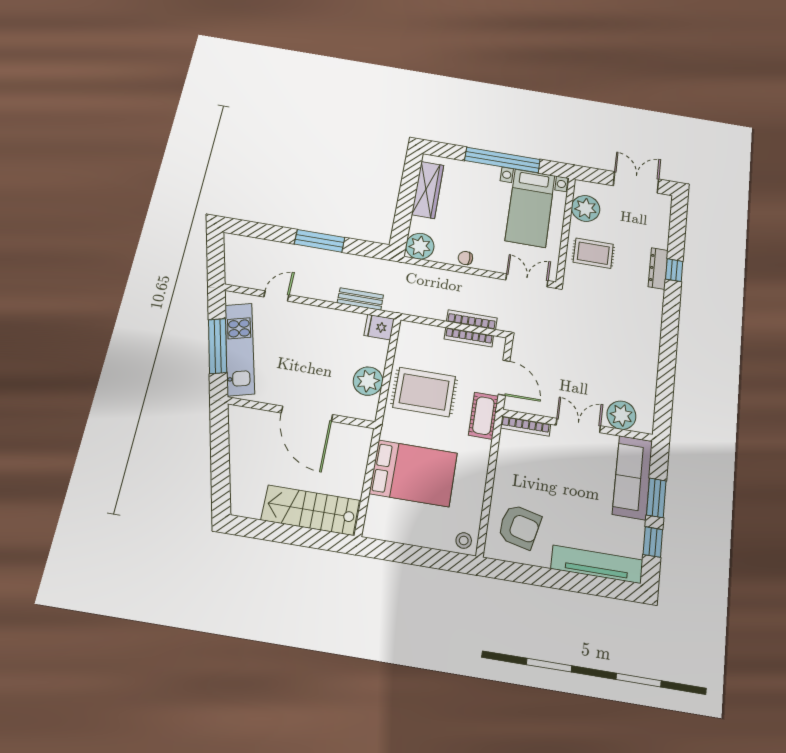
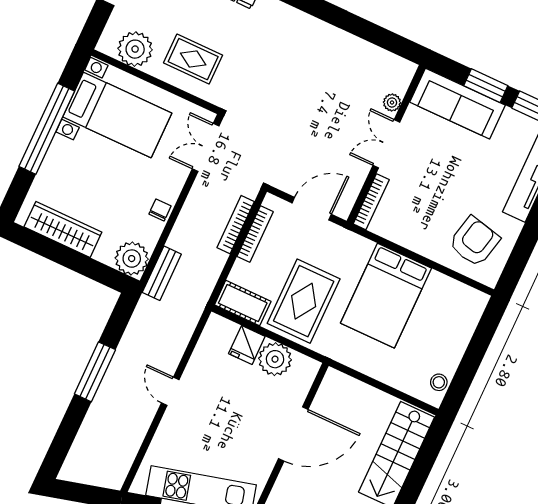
rug: (593, 253) -> (193, 59), turned 90
chair: (465, 258) -> (160, 210), turned 180
door: (276, 296) -> (170, 391), moved
bench: (360, 299) -> (162, 273), moved
fridge: (379, 327) -> (247, 345), moved
plant: (621, 415) -> (392, 102), width x0.53, depth x0.53
cot: (483, 416) -> (243, 303), moved
bed: (413, 473) -> (386, 296), moved, turned 180
stool: (464, 541) -> (439, 382), moved

